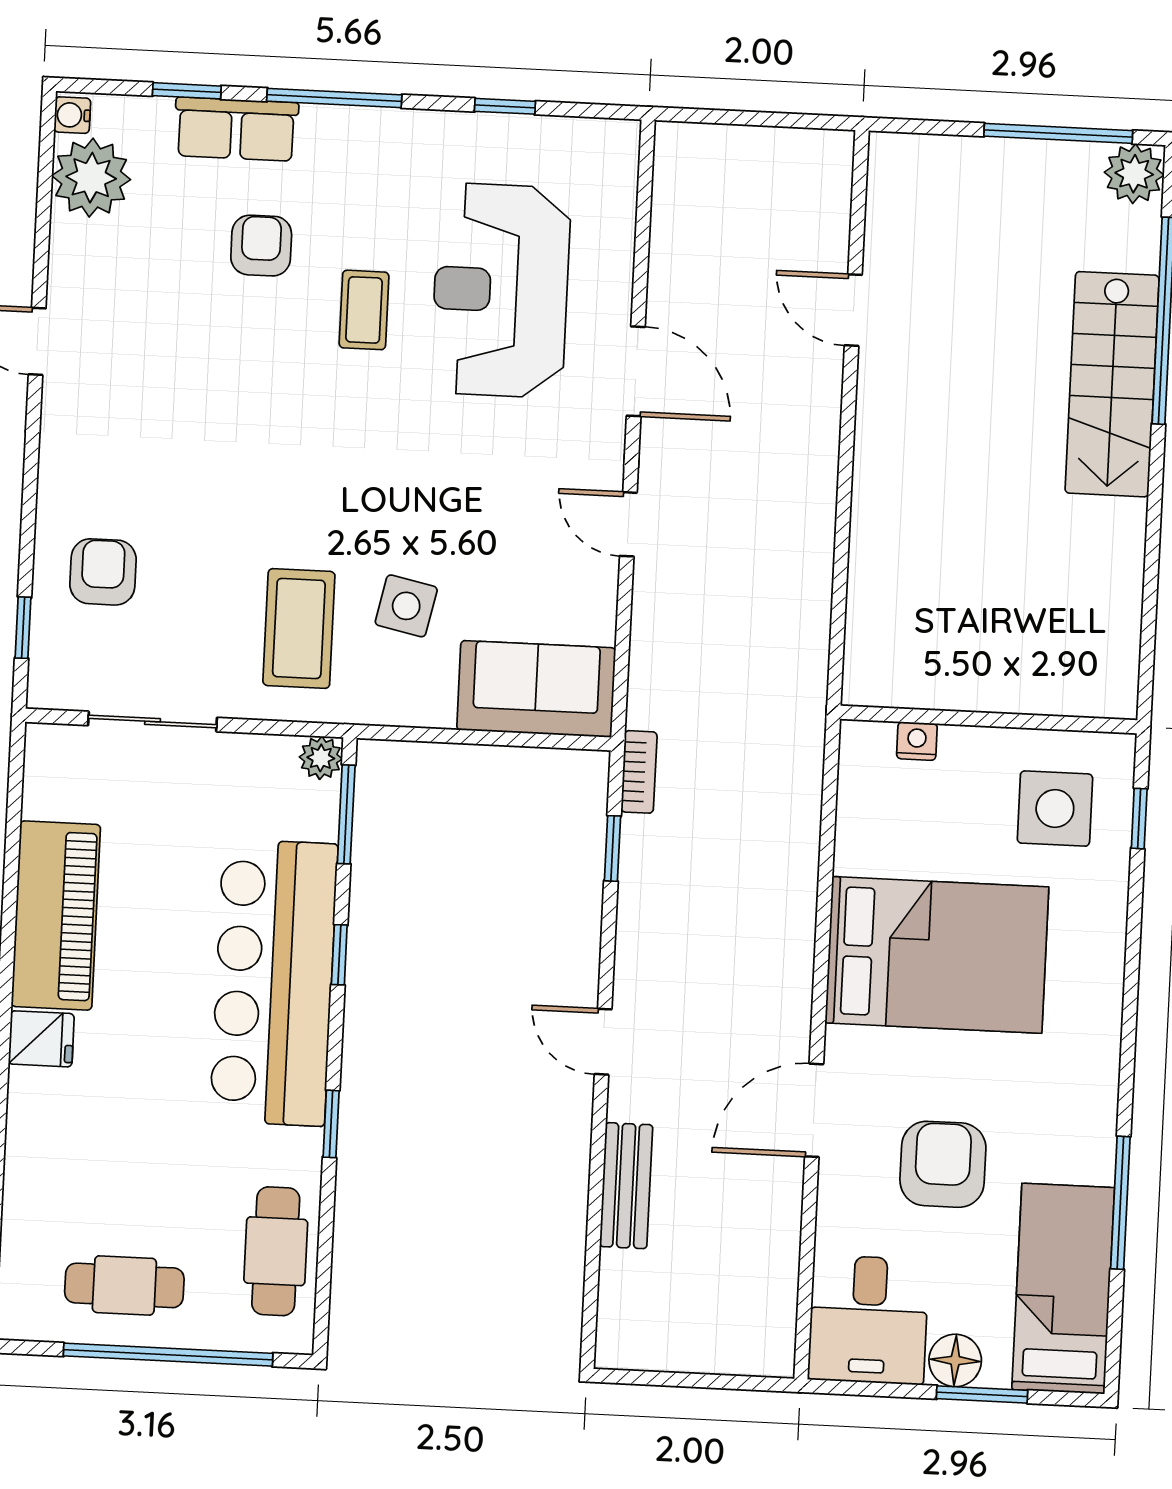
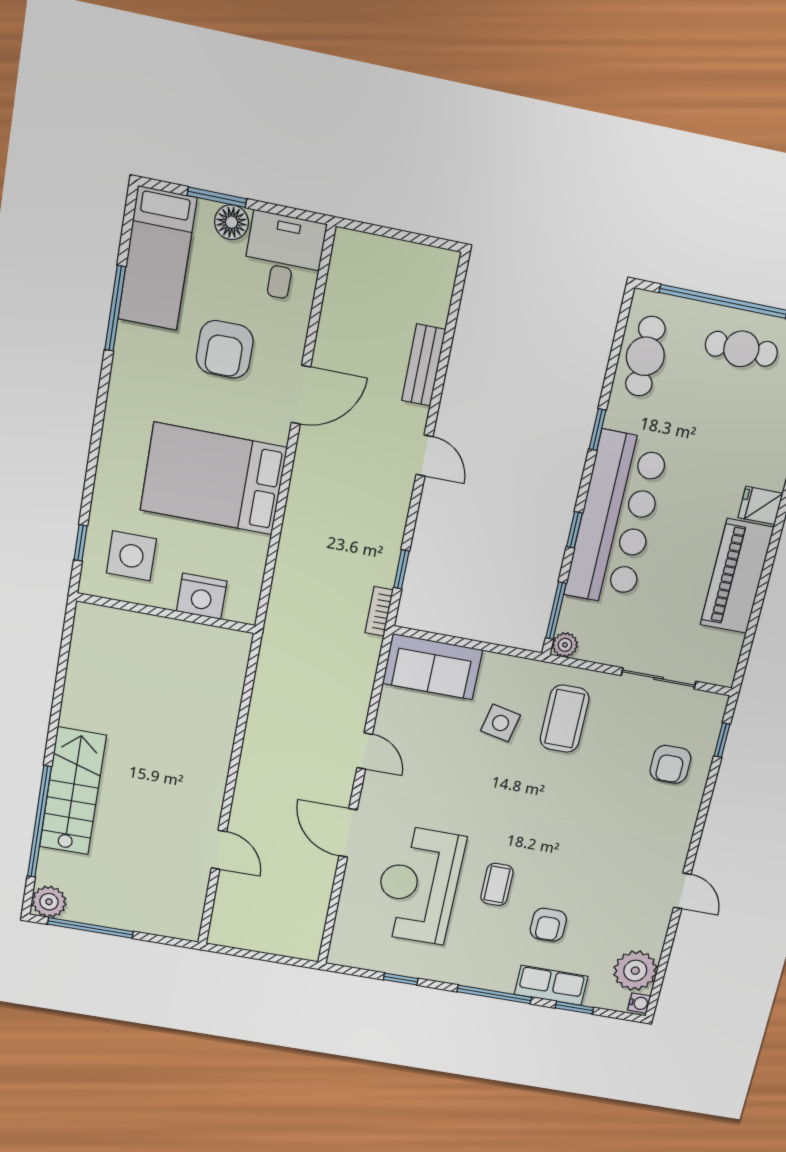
reception desk: (501, 290) -> (418, 885), turned 180
nightstand: (917, 741) -> (202, 596), width x1.89, depth x1.79

